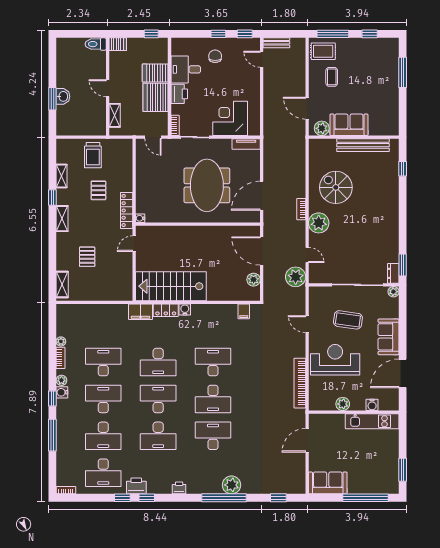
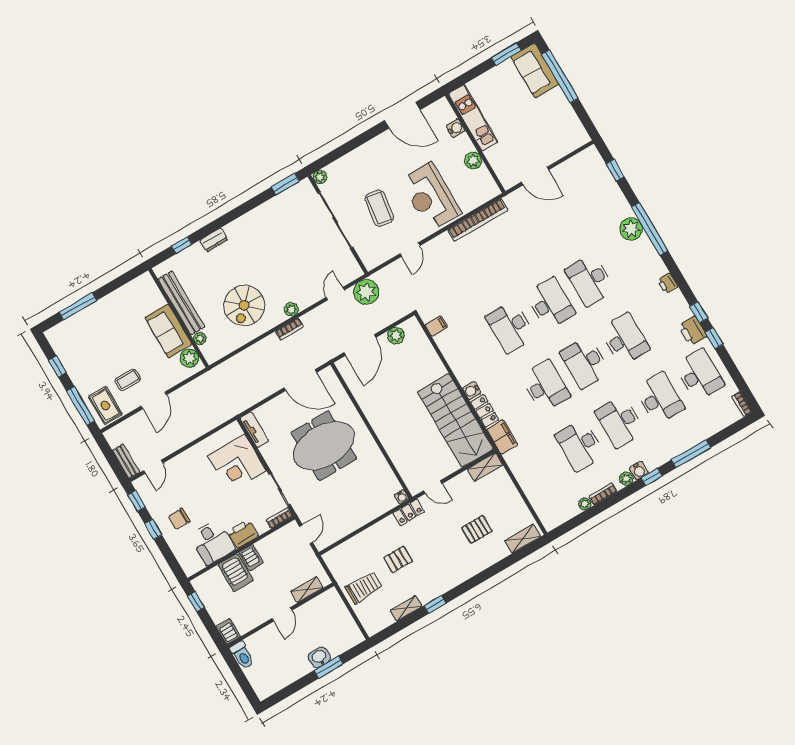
server rack: (156, 97) -> (251, 558), width x0.46, depth x0.70
door: (307, 108) -> (154, 400), moved
plant: (331, 144) -> (200, 339), added
locker: (127, 210) -> (409, 512), width x0.66
shelving: (62, 219) -> (485, 467), moved
plant: (319, 223) -> (291, 309), width x0.53, depth x0.53
dresser: (393, 273) -> (214, 240), moved
sofa: (389, 337) -> (372, 154), removed
sofa: (328, 483) -> (535, 71), moved

